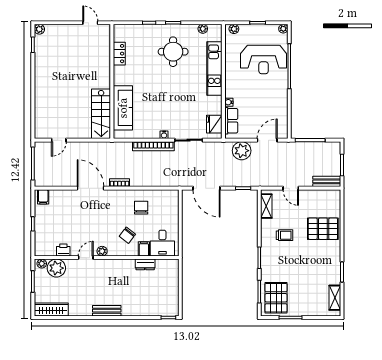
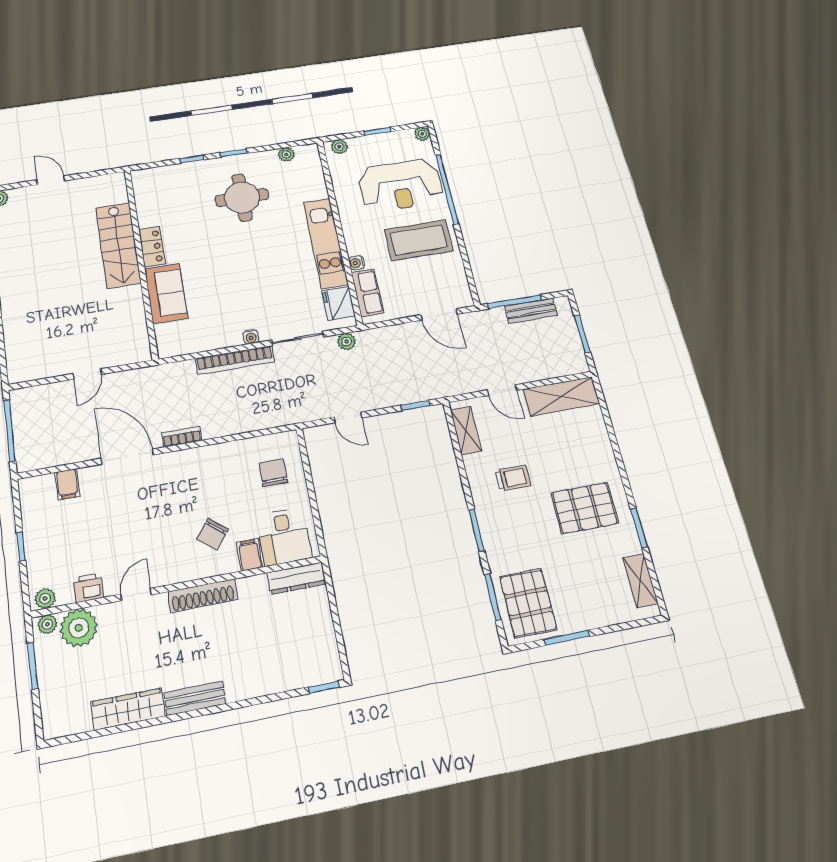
door: (90, 23) -> (51, 180), moved
locker: (119, 54) -> (152, 247), moved
kitchen unit: (214, 68) -> (326, 243), moved
coffee table: (266, 95) -> (419, 240), added
sofa: (123, 108) -> (166, 293), width x0.73
stairs: (101, 114) -> (118, 245), moved
door: (59, 140) -> (87, 374), moved
door: (267, 140) -> (439, 315), swing flipped
plant: (242, 151) -> (346, 341), moved, width x0.53, depth x0.53
bench: (327, 181) -> (531, 311), moved
door: (207, 188) -> (348, 417), width x0.53
filing cabinet: (43, 197) -> (67, 484), moved
shelving: (321, 197) -> (562, 396), added
chair: (141, 208) -> (273, 473), moved
pallet: (323, 229) -> (585, 508), moved
plant: (102, 251) -> (45, 598), moved
shoe rack: (118, 264) -> (203, 596), added
dresser: (145, 264) -> (296, 578), moved, width x1.44
wardrobe: (51, 309) -> (128, 709), moved

